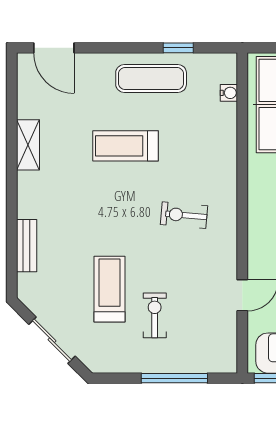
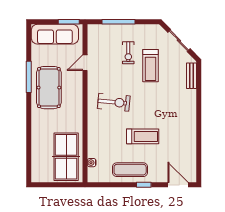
window: (178, 48) -> (144, 185), moved
shelving: (28, 145) -> (191, 137), removed
exercise bike: (184, 215) -> (114, 102), width x1.38, depth x1.39
bench: (27, 246) -> (192, 76), moved

